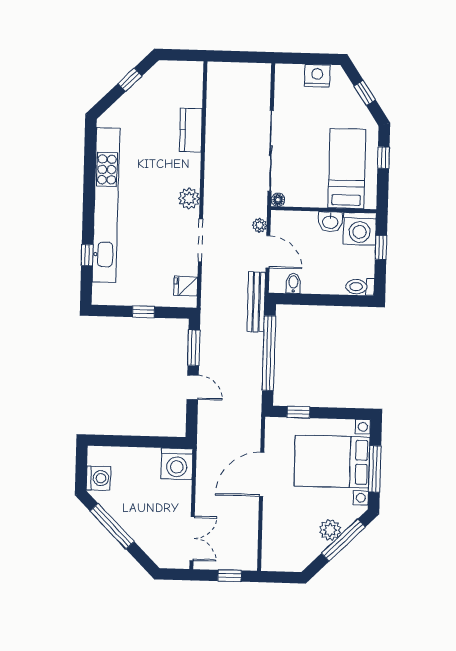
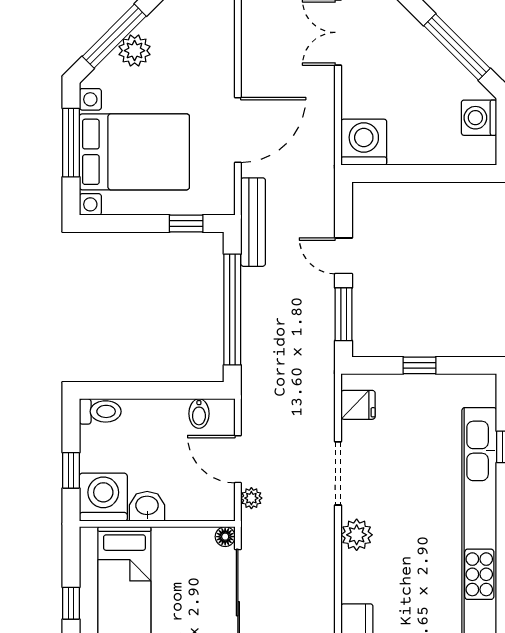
bench: (256, 302) -> (253, 222), moved

